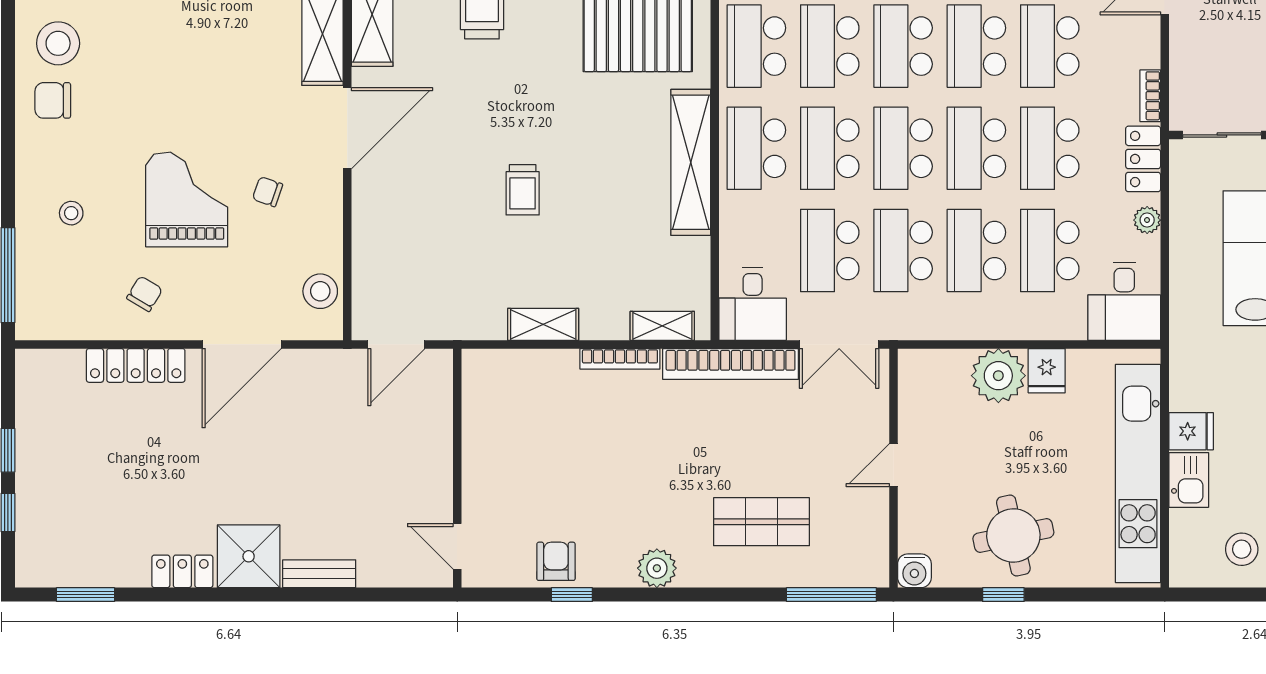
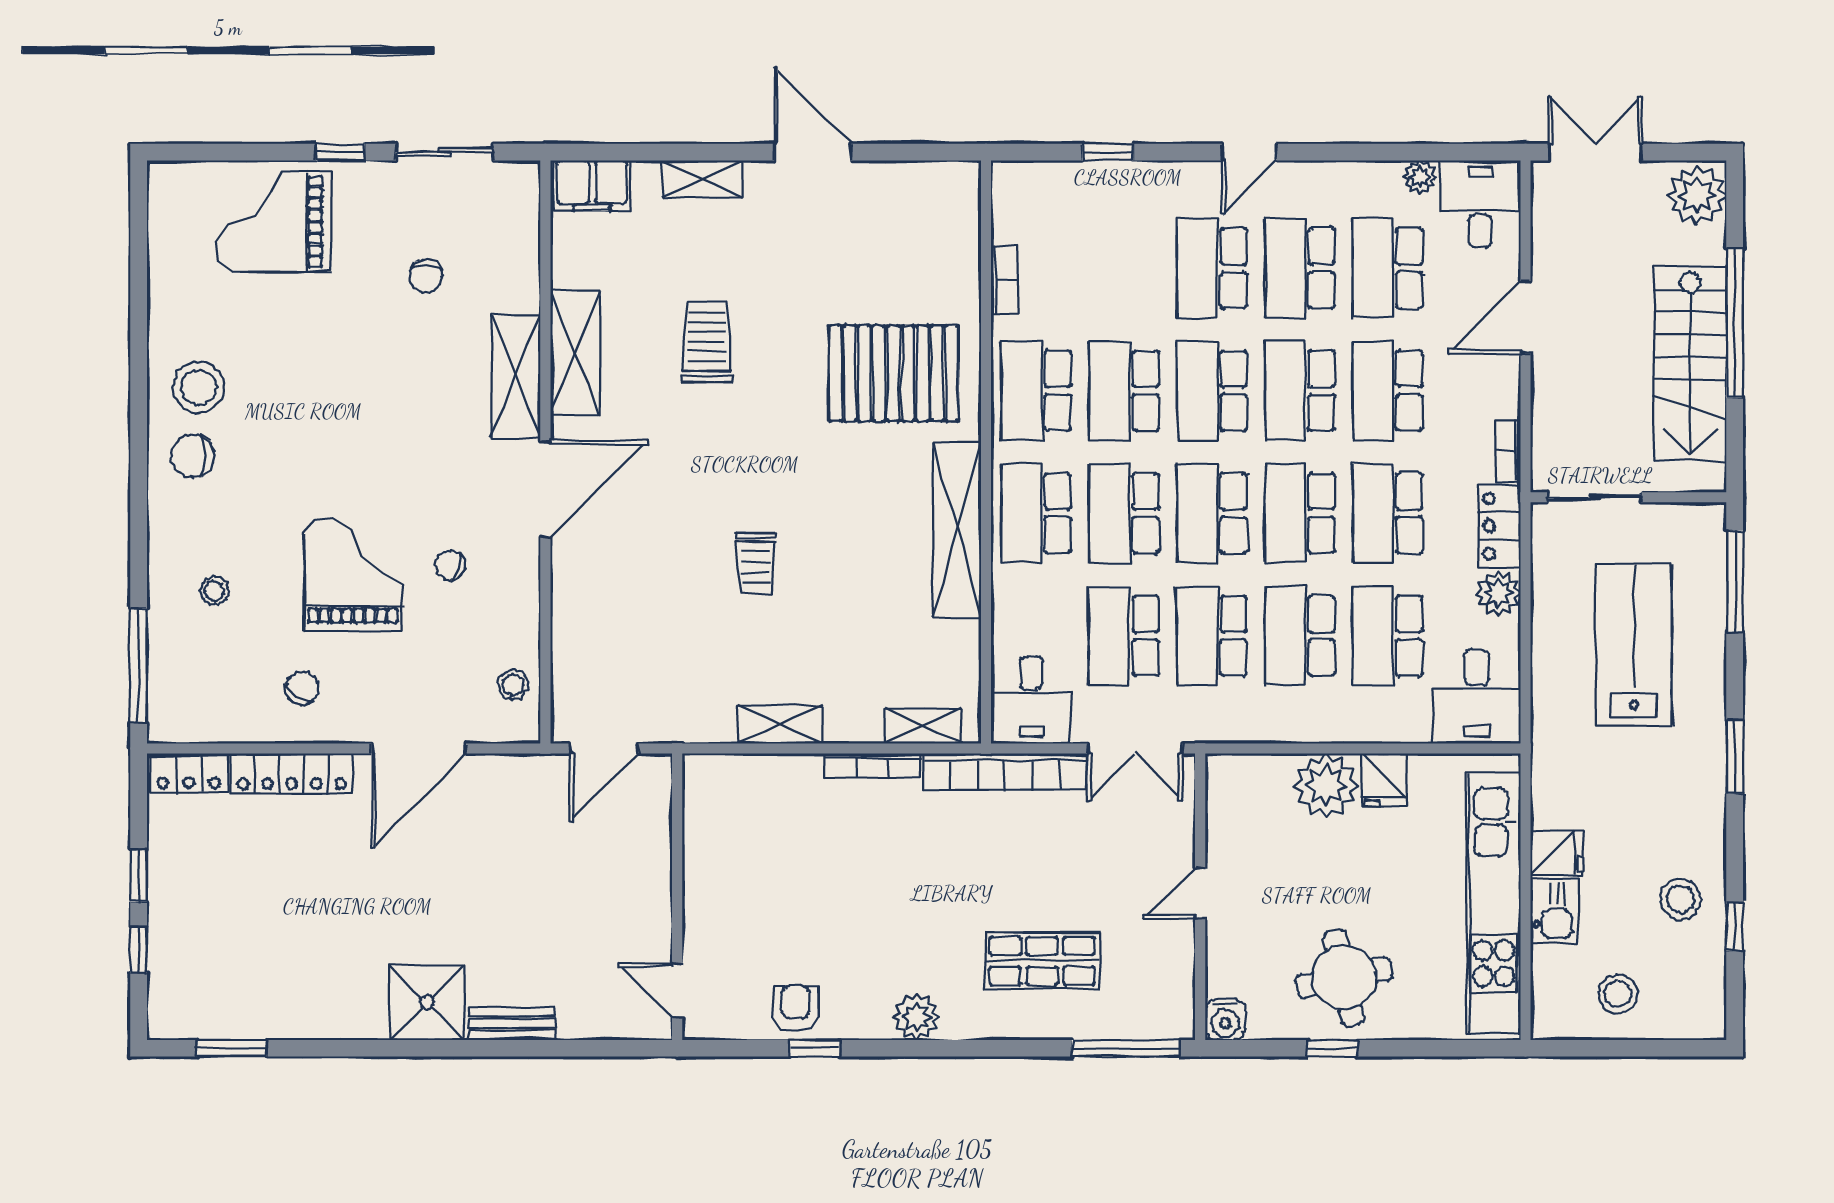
plant: (1147, 220) -> (1498, 593), width x1.38, depth x1.38
stool: (320, 291) -> (513, 685), width x0.73, depth x0.73
locker: (182, 571) -> (189, 773), moved, turned 180

